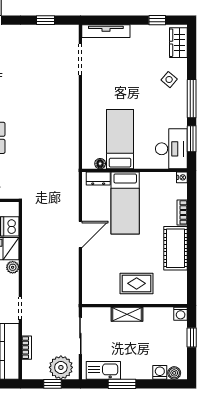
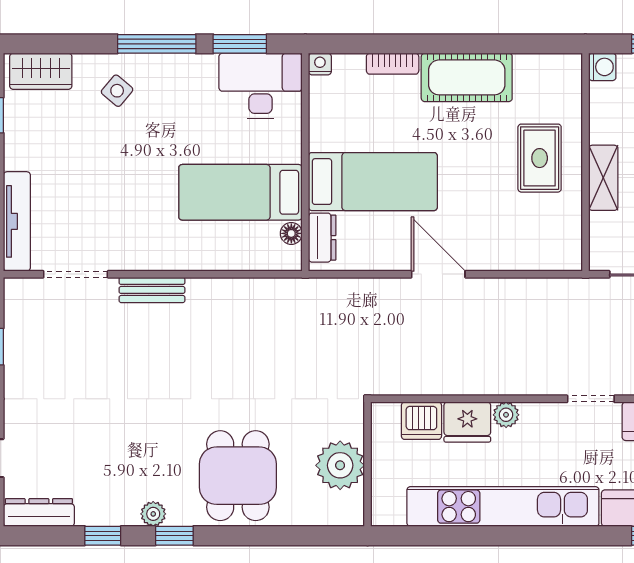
bench: (73, 96) -> (152, 290), added

